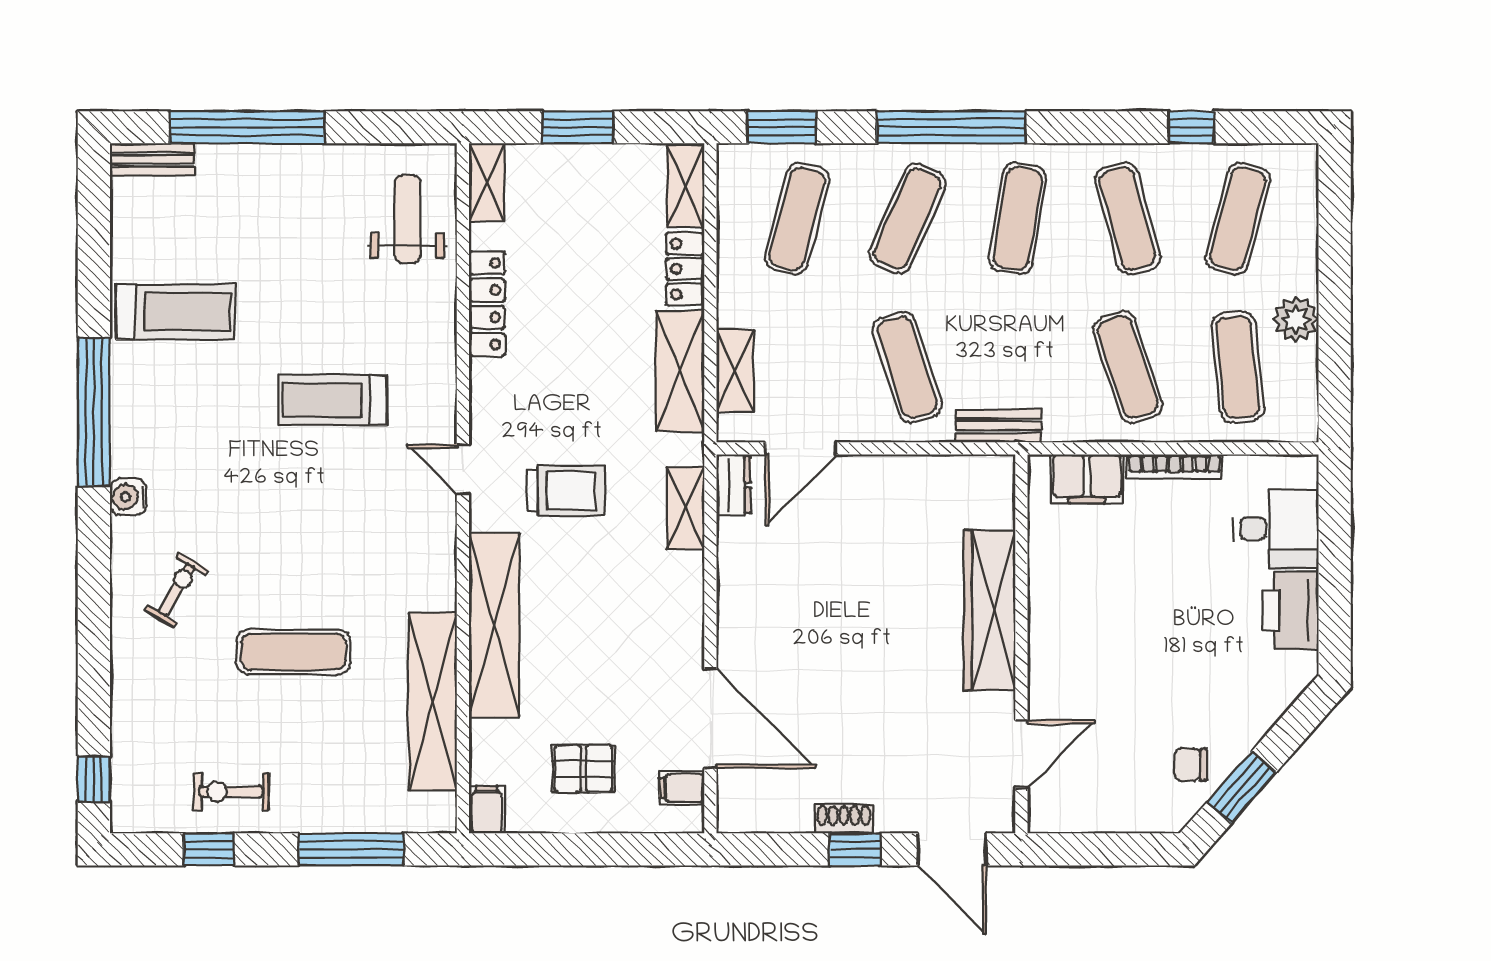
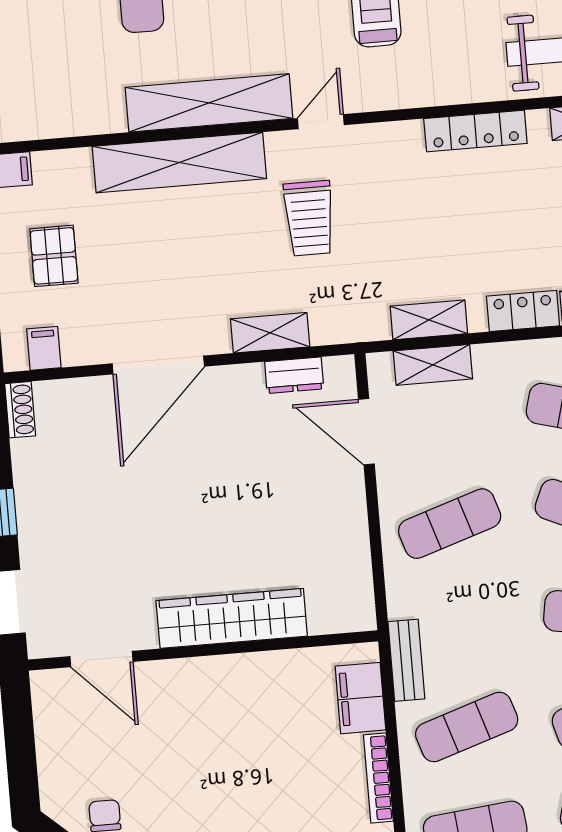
shelving: (680, 371) -> (429, 320), width x0.67, depth x0.75
bench: (998, 426) -> (406, 660), moved
dresser: (734, 485) -> (294, 375), moved
shelving: (686, 508) -> (270, 333), moved
shelving: (433, 702) -> (209, 103), moved
door: (710, 718) -> (158, 365), moved
shoe rack: (844, 819) -> (20, 410), moved

